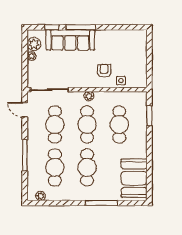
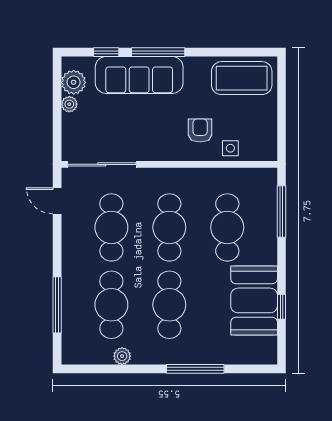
coffee table: (127, 42) -> (242, 78), added
plant: (89, 96) -> (173, 176), removed
window: (149, 116) -> (282, 211), width x1.44
window: (25, 155) -> (57, 305), moved
window: (149, 169) -> (282, 307), added
booth: (134, 178) -> (254, 300), moved
plant: (41, 196) -> (122, 356), moved

